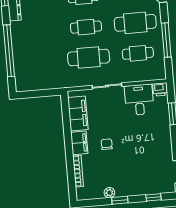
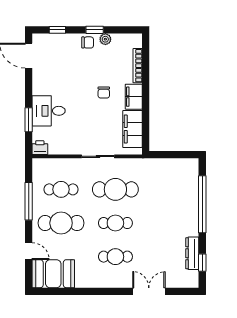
desk: (139, 100) -> (49, 111), moved, turned 90
chair: (125, 188) -> (88, 42), added

